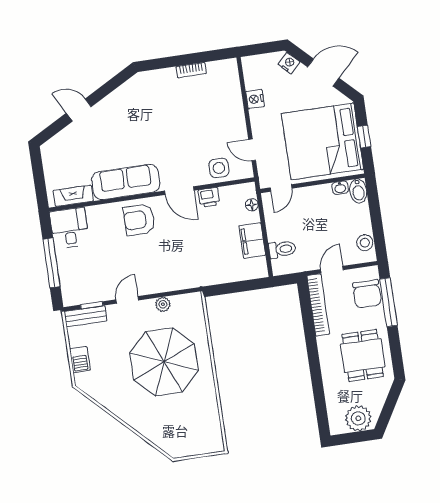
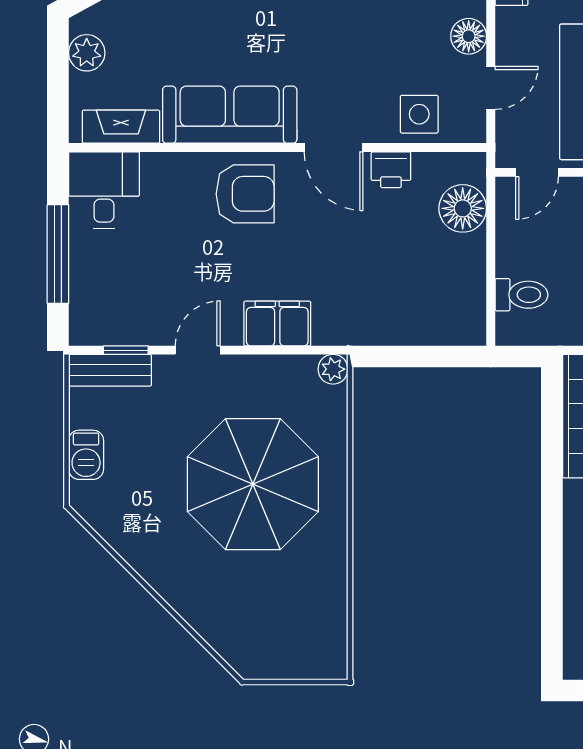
floor lamp: (238, 126) -> (469, 36), added
door: (252, 150) -> (491, 88), swing flipped
plant: (51, 162) -> (87, 53), added
floor lamp: (252, 205) -> (463, 208), width x1.89, depth x1.89
armchair: (139, 220) -> (245, 194), turned 180
filing cabinet: (252, 241) -> (277, 324), moved, turned 90
plant: (163, 304) -> (333, 369), moved

